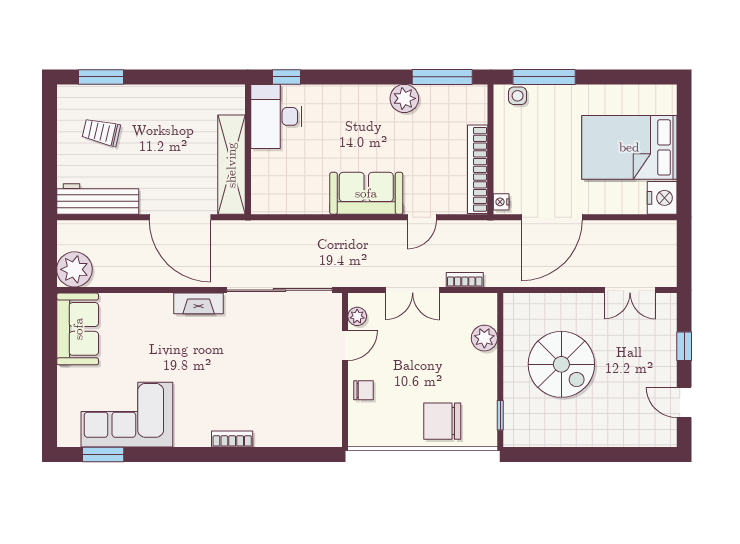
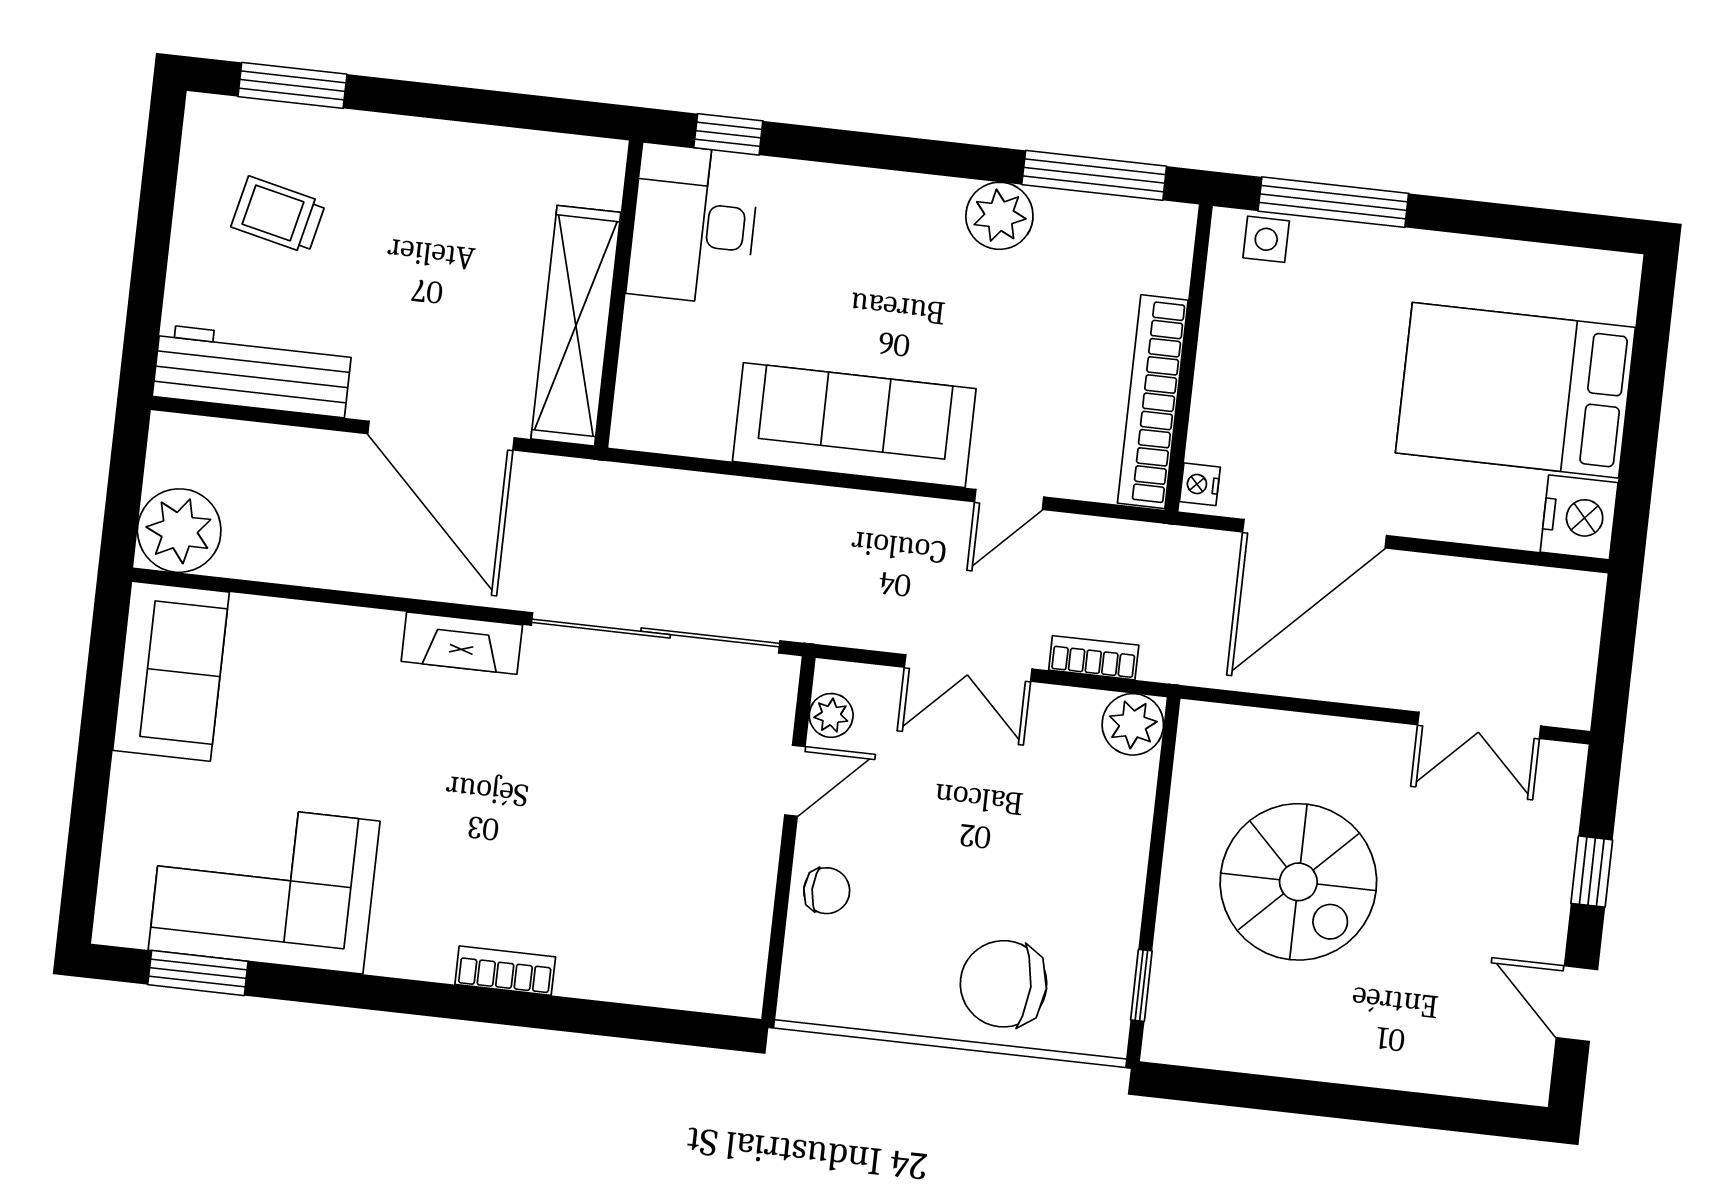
sofa: (366, 193) -> (854, 425), width x1.36
plant: (484, 338) -> (1133, 724), moved

